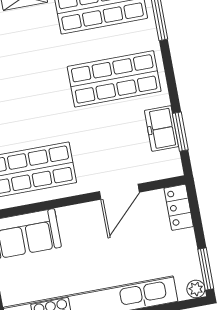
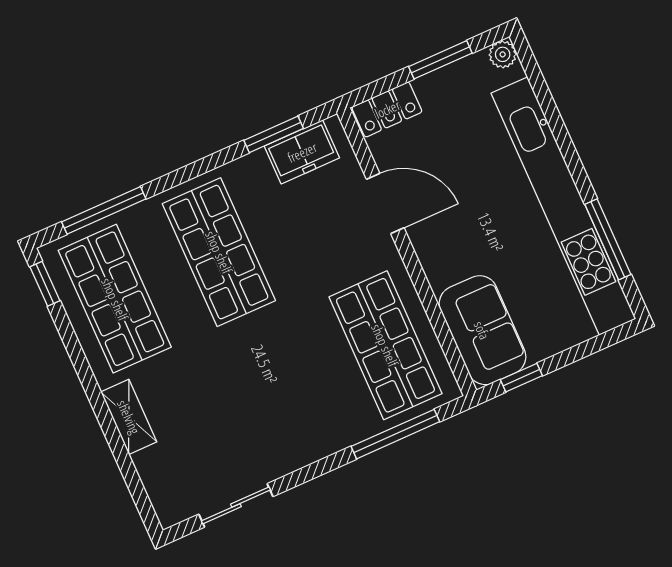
freezer: (161, 129) -> (302, 152), moved
window: (206, 269) -> (440, 60), moved

